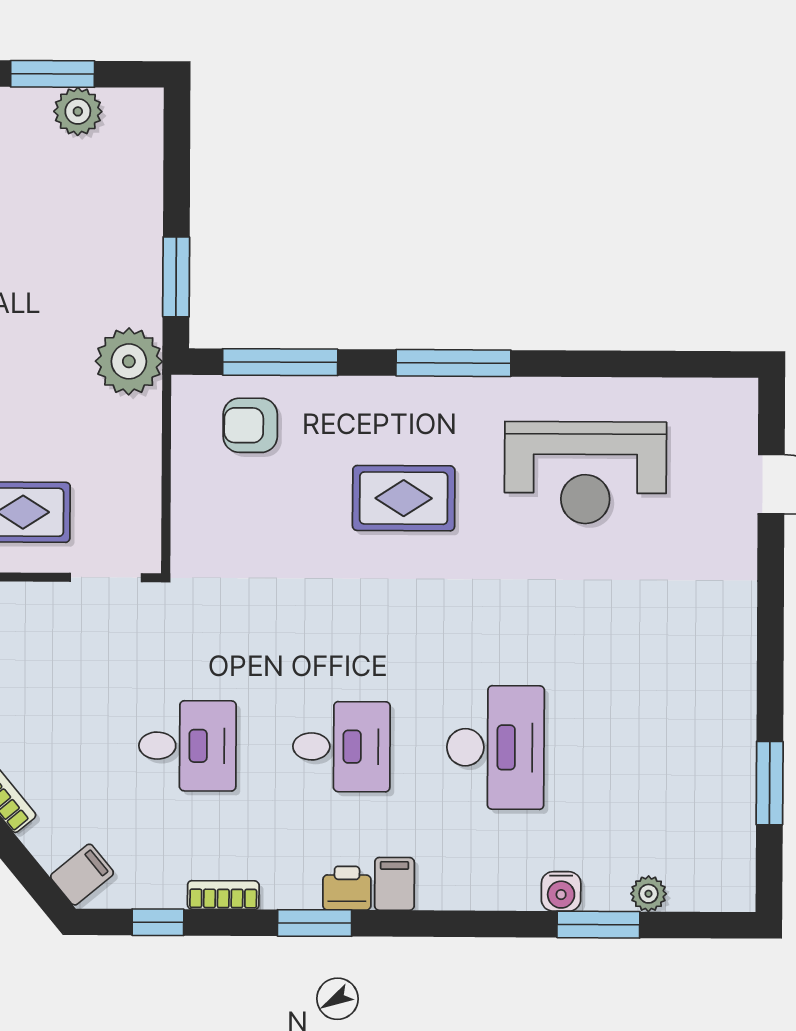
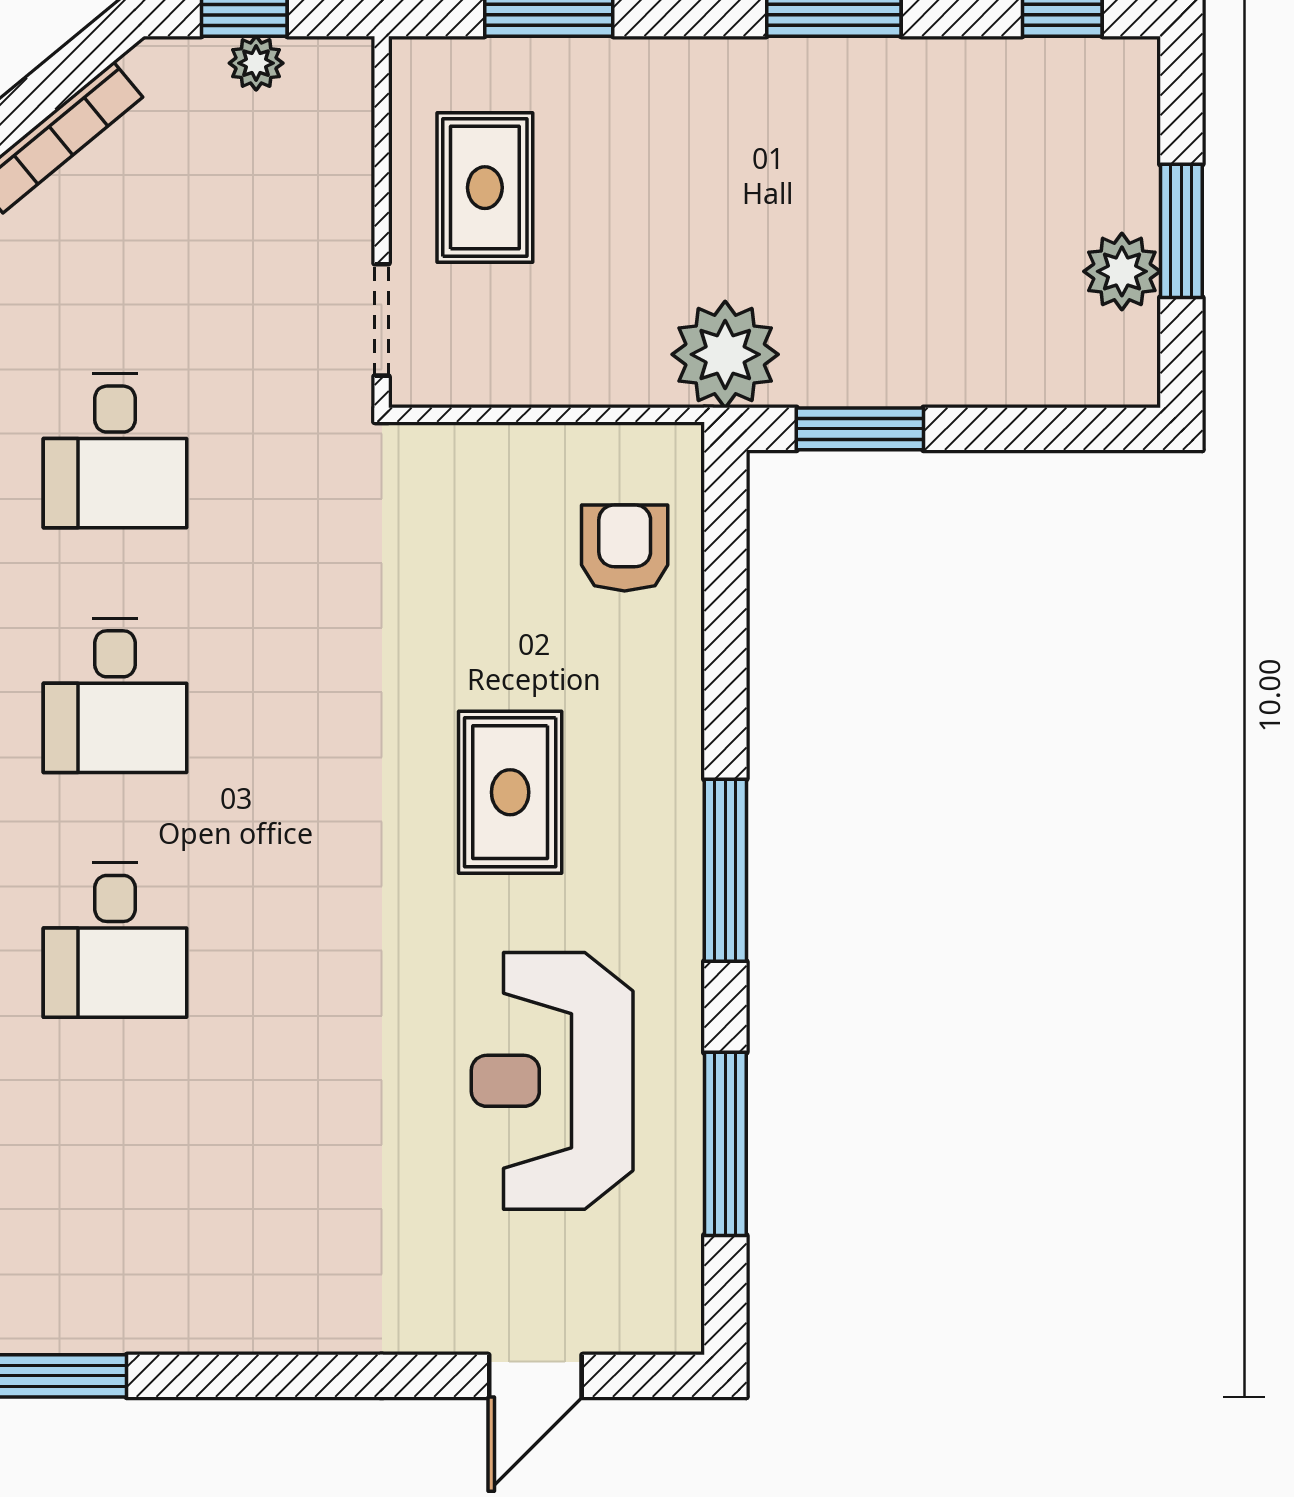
window: (280, 362) -> (725, 1144), moved
desk: (495, 747) -> (115, 940), width x0.73

